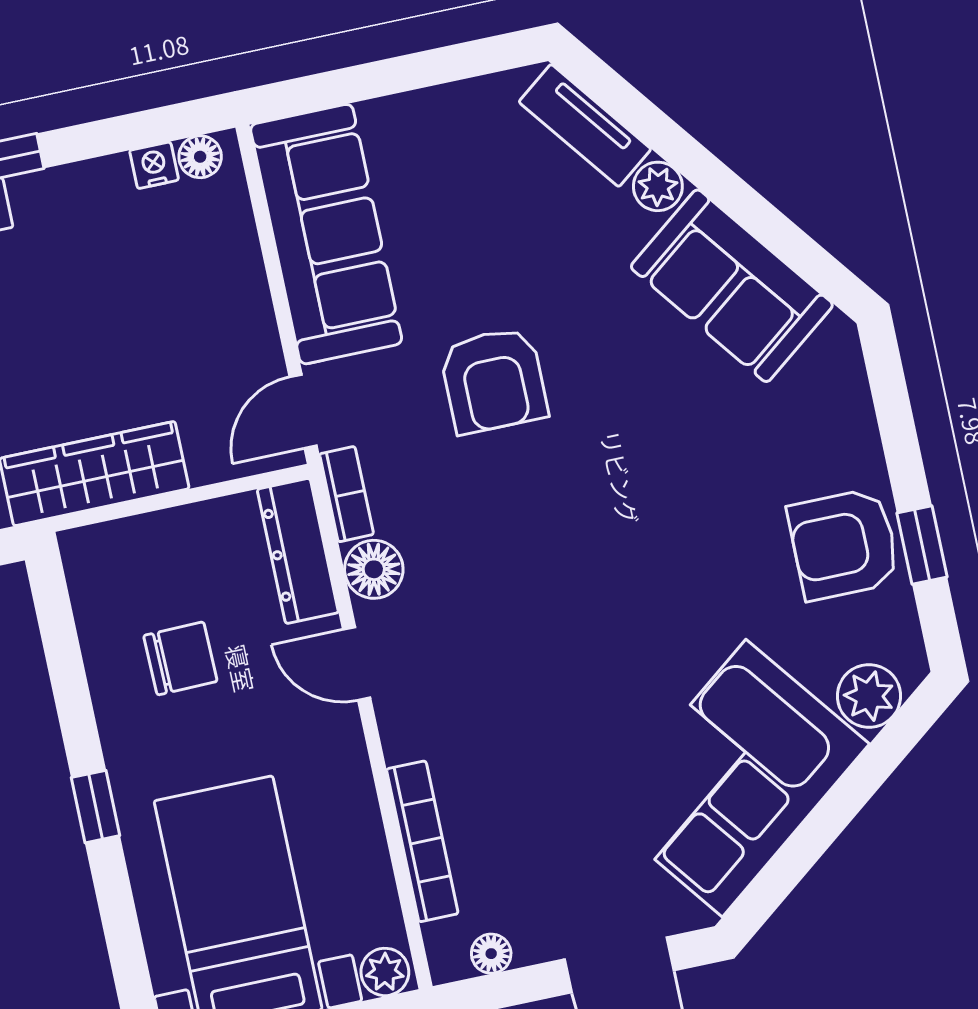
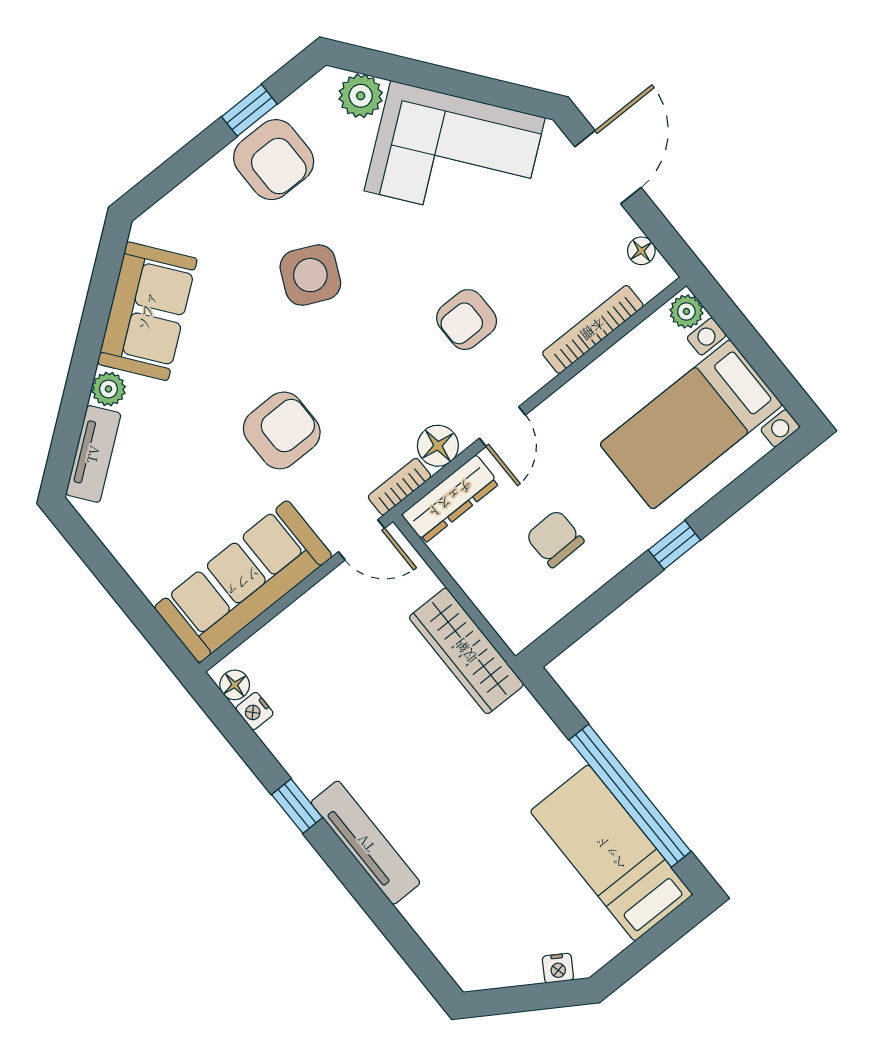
side table: (673, 517) -> (310, 275), added
armchair: (516, 687) -> (467, 320), added

